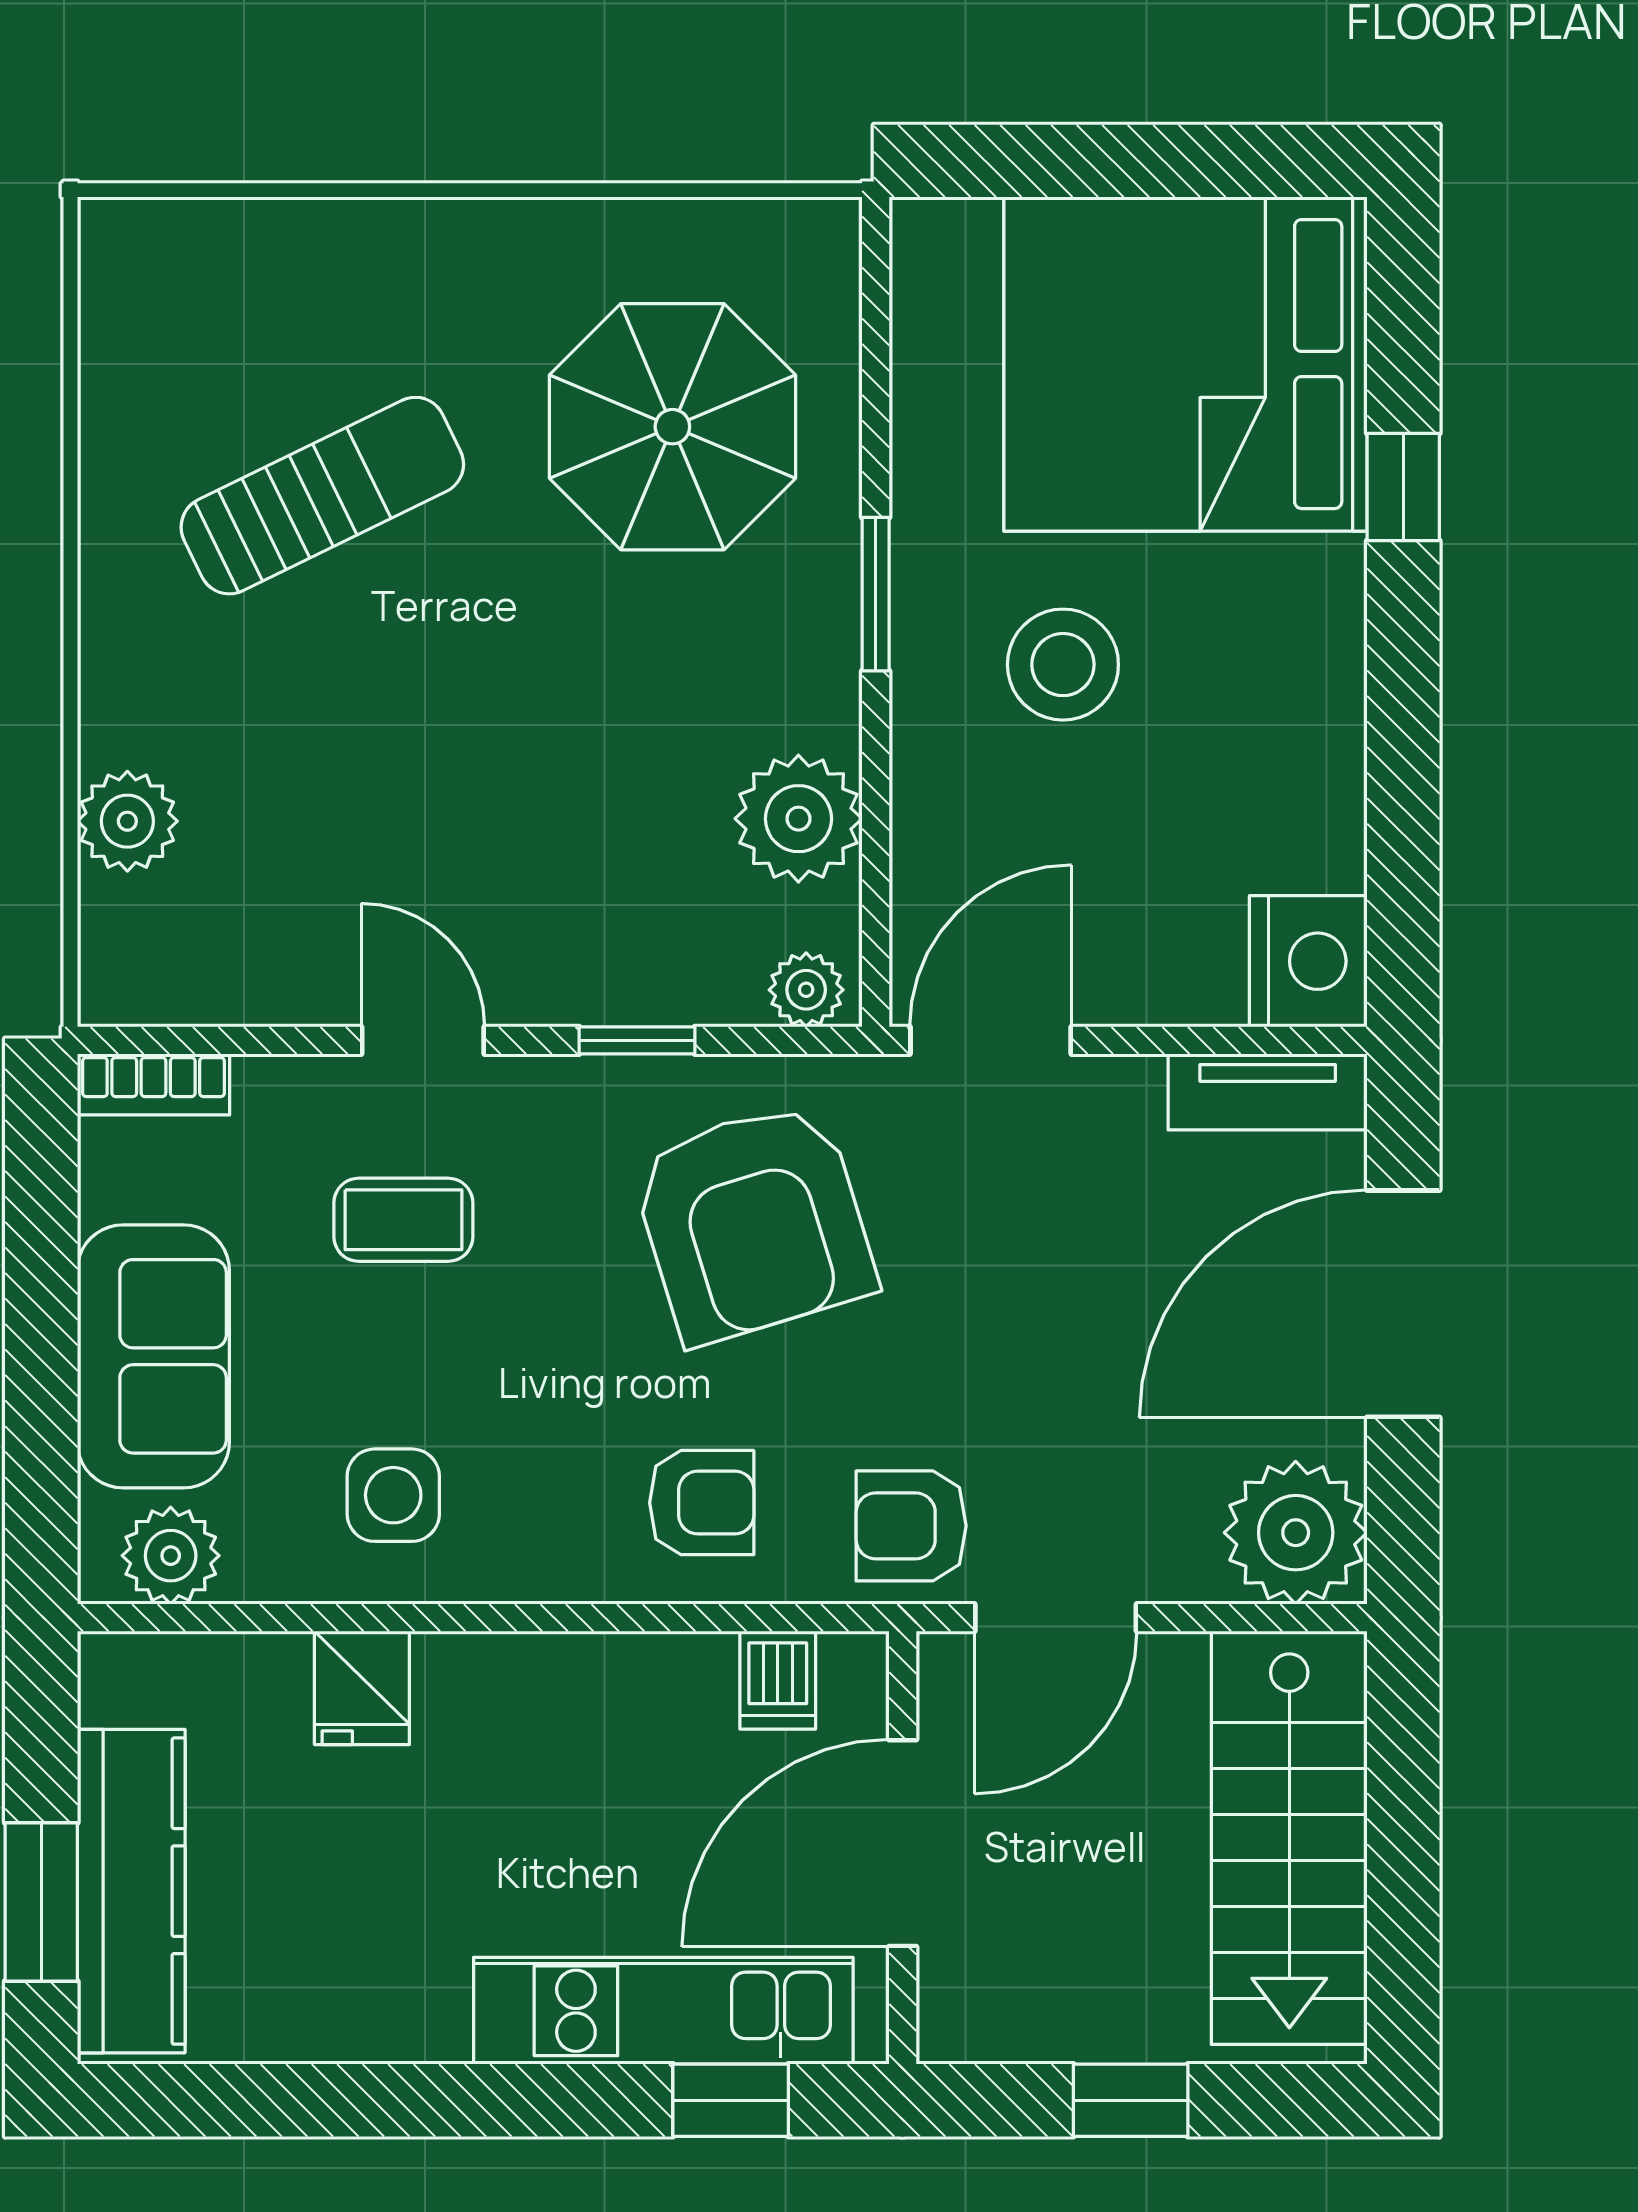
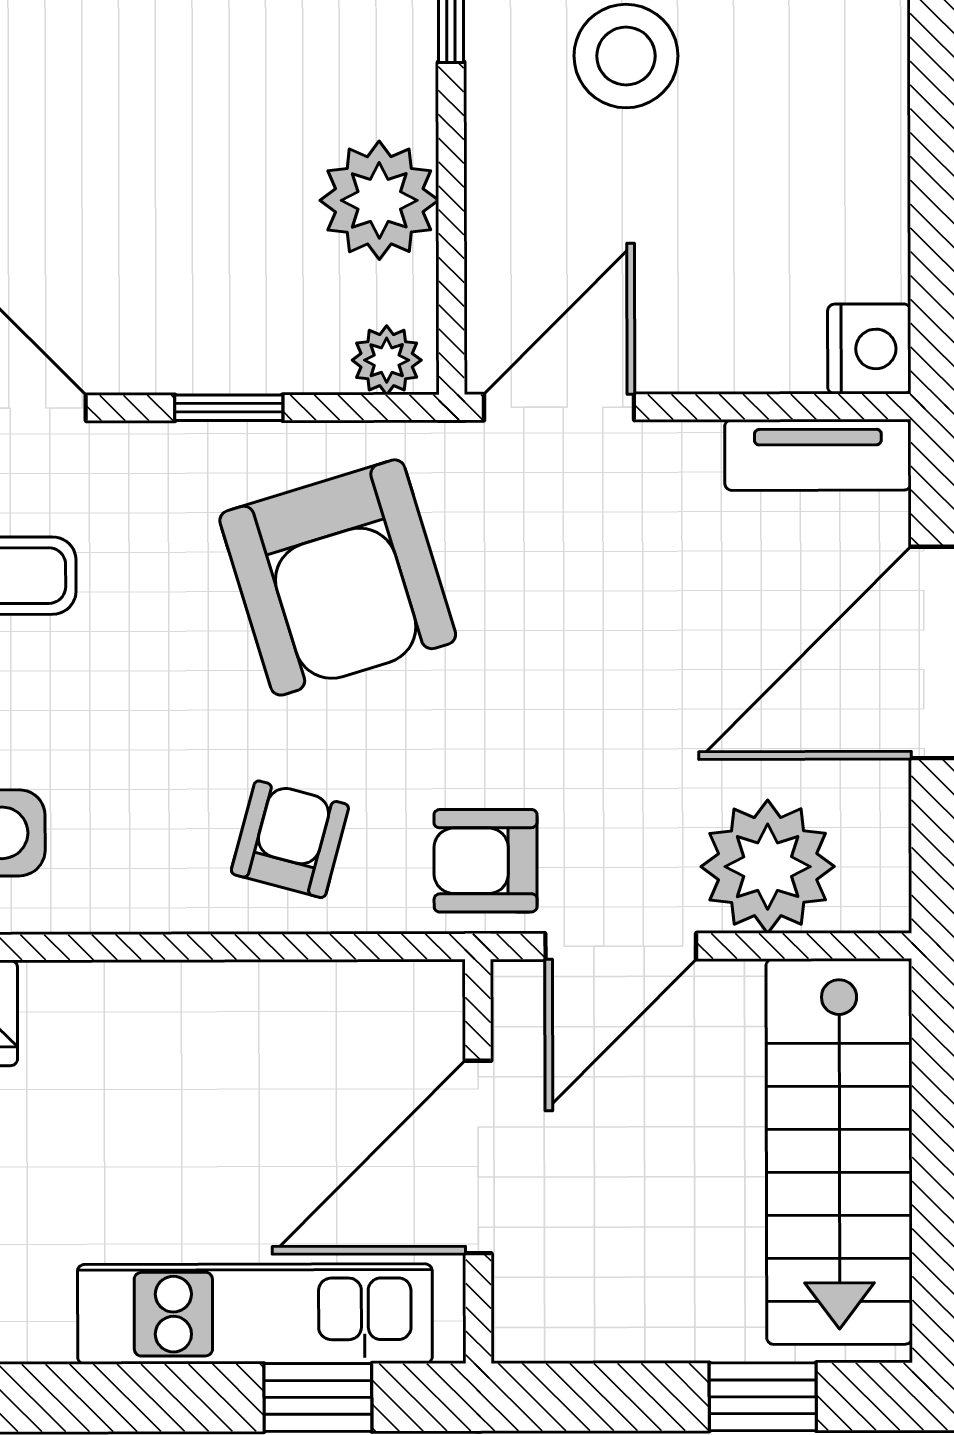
nightstand: (1308, 961) -> (869, 349), width x0.74, depth x0.75
armchair: (702, 1503) -> (290, 839), turned -75
plant: (1296, 1533) -> (768, 867), moved
dishwasher: (778, 1680) -> (361, 1005), removed
window: (1131, 2100) -> (763, 1397), moved

